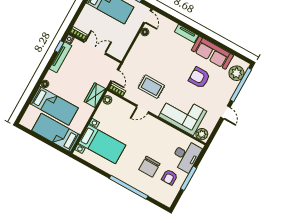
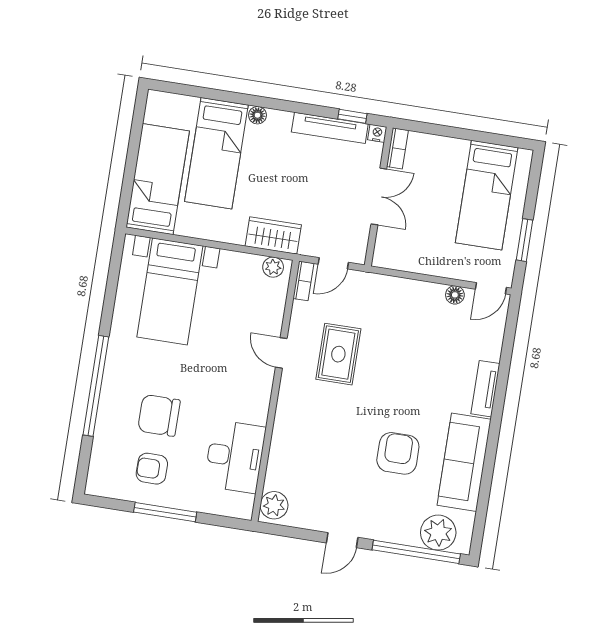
corner sofa: (183, 114) -> (304, 446), removed
desk: (186, 156) -> (235, 456), moved, turned -90

